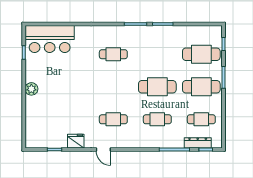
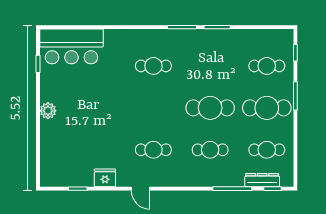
cafe table: (201, 54) -> (267, 66), width x0.73, depth x0.74

